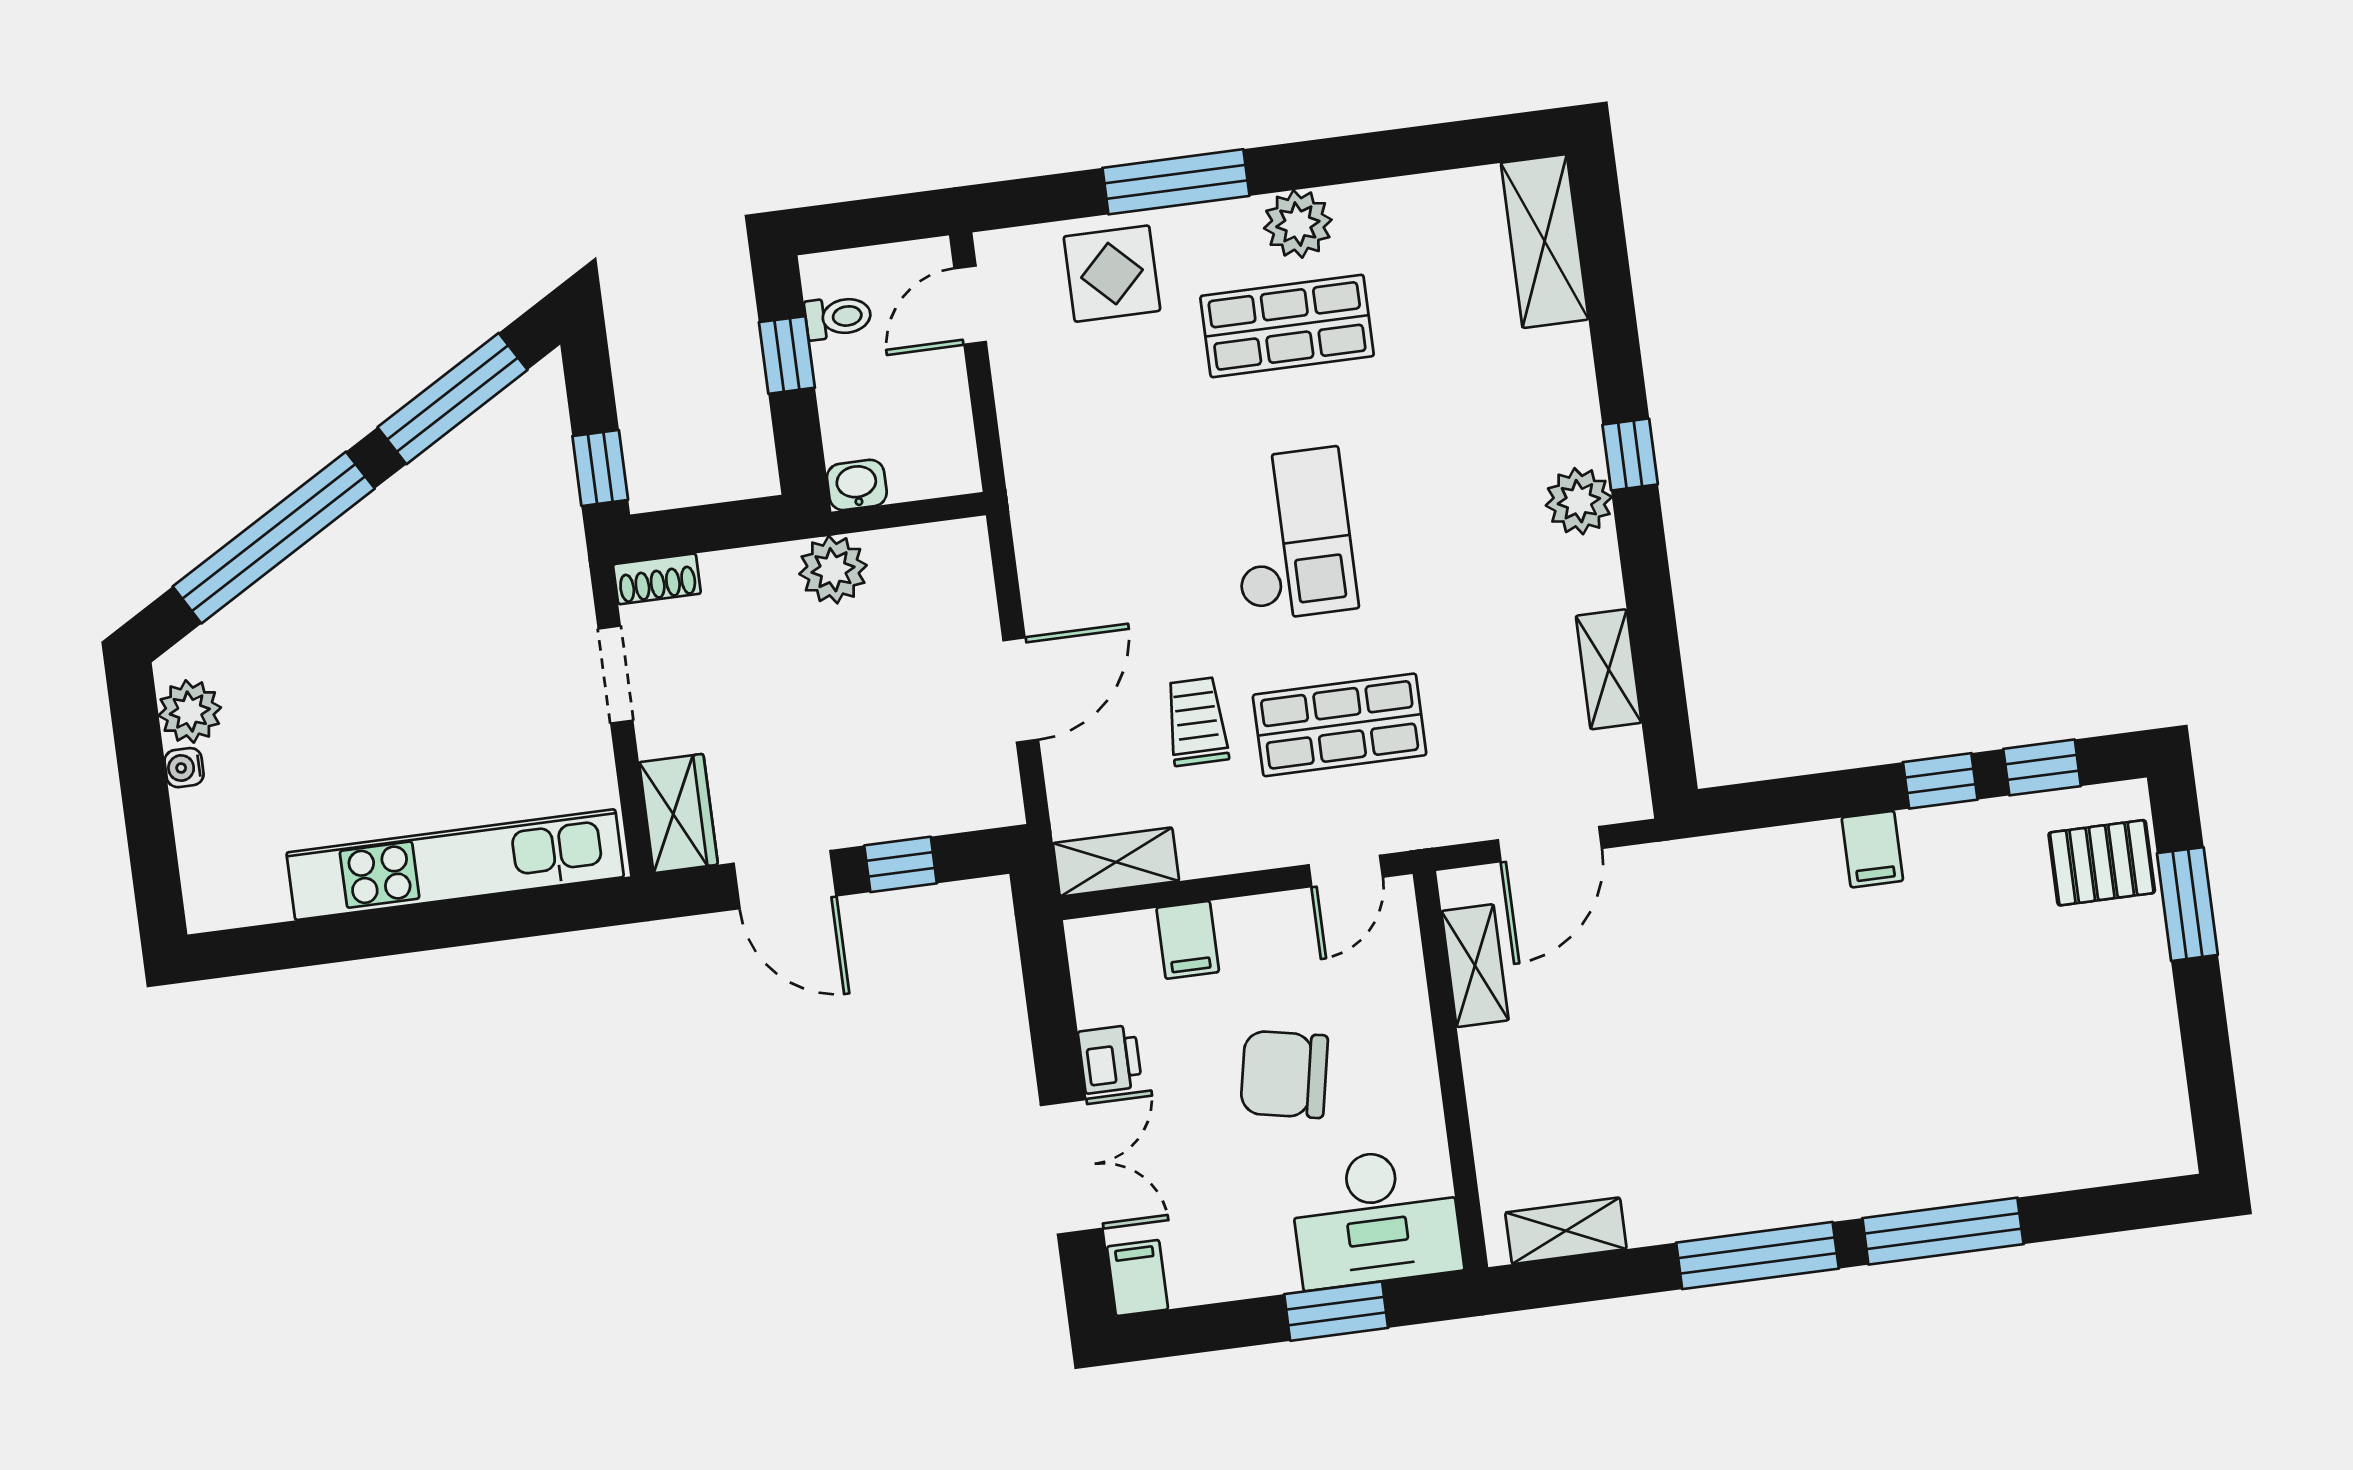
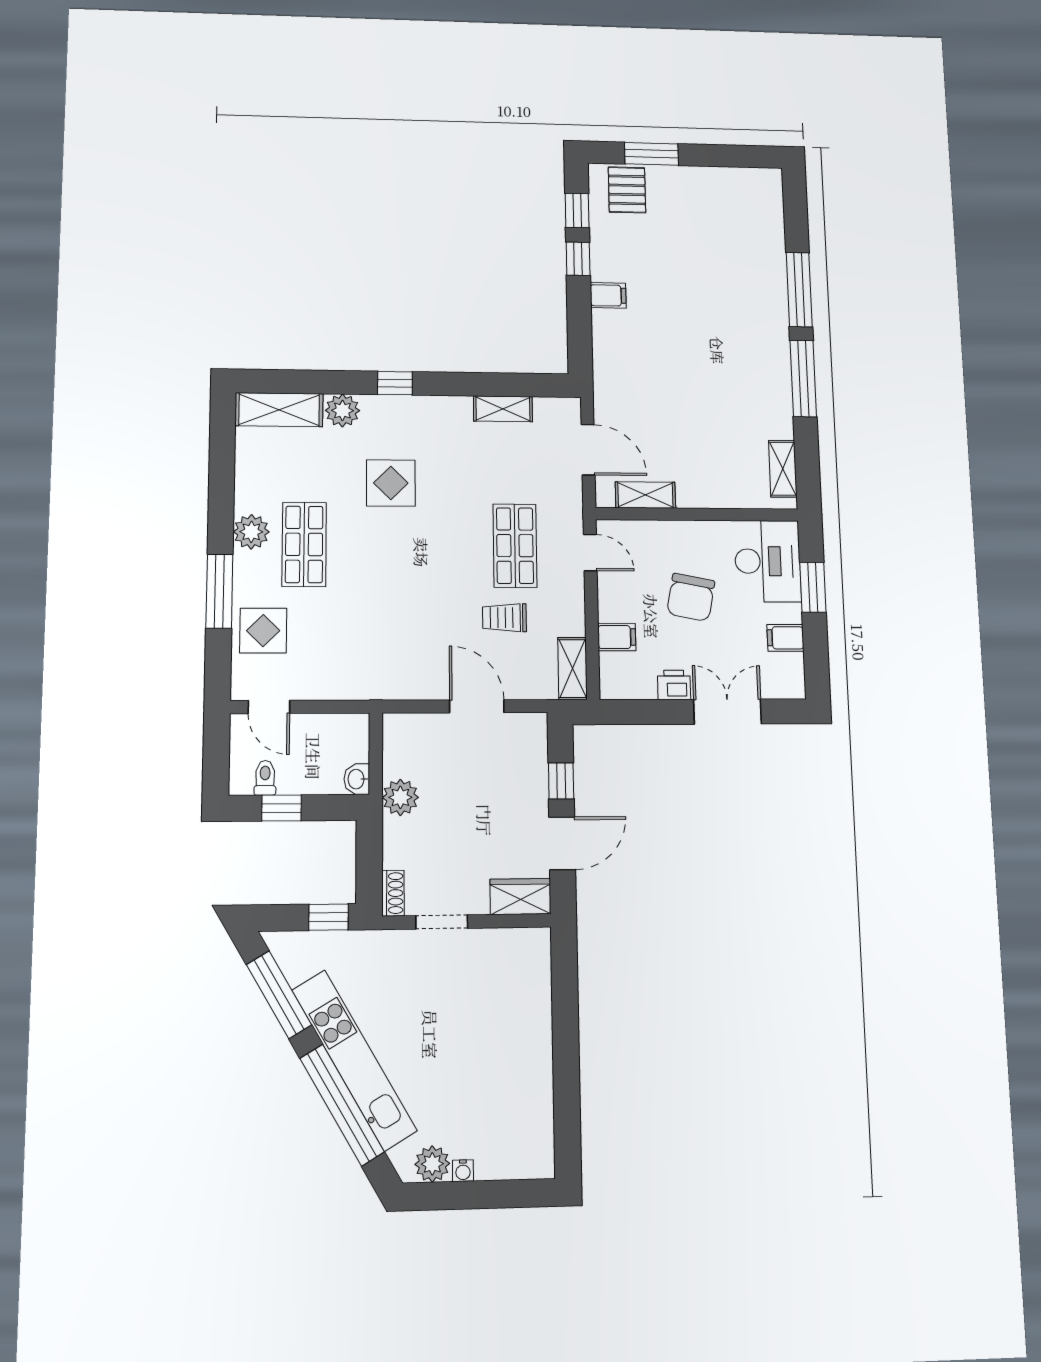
display table: (1430, 473) -> (391, 483), added
plant: (1579, 501) -> (342, 411), moved
checkout: (1292, 534) -> (413, 557), removed
kitchen unit: (455, 865) -> (354, 1060), moved, turned 150
filing cabinet: (1137, 1278) -> (785, 638), moved

